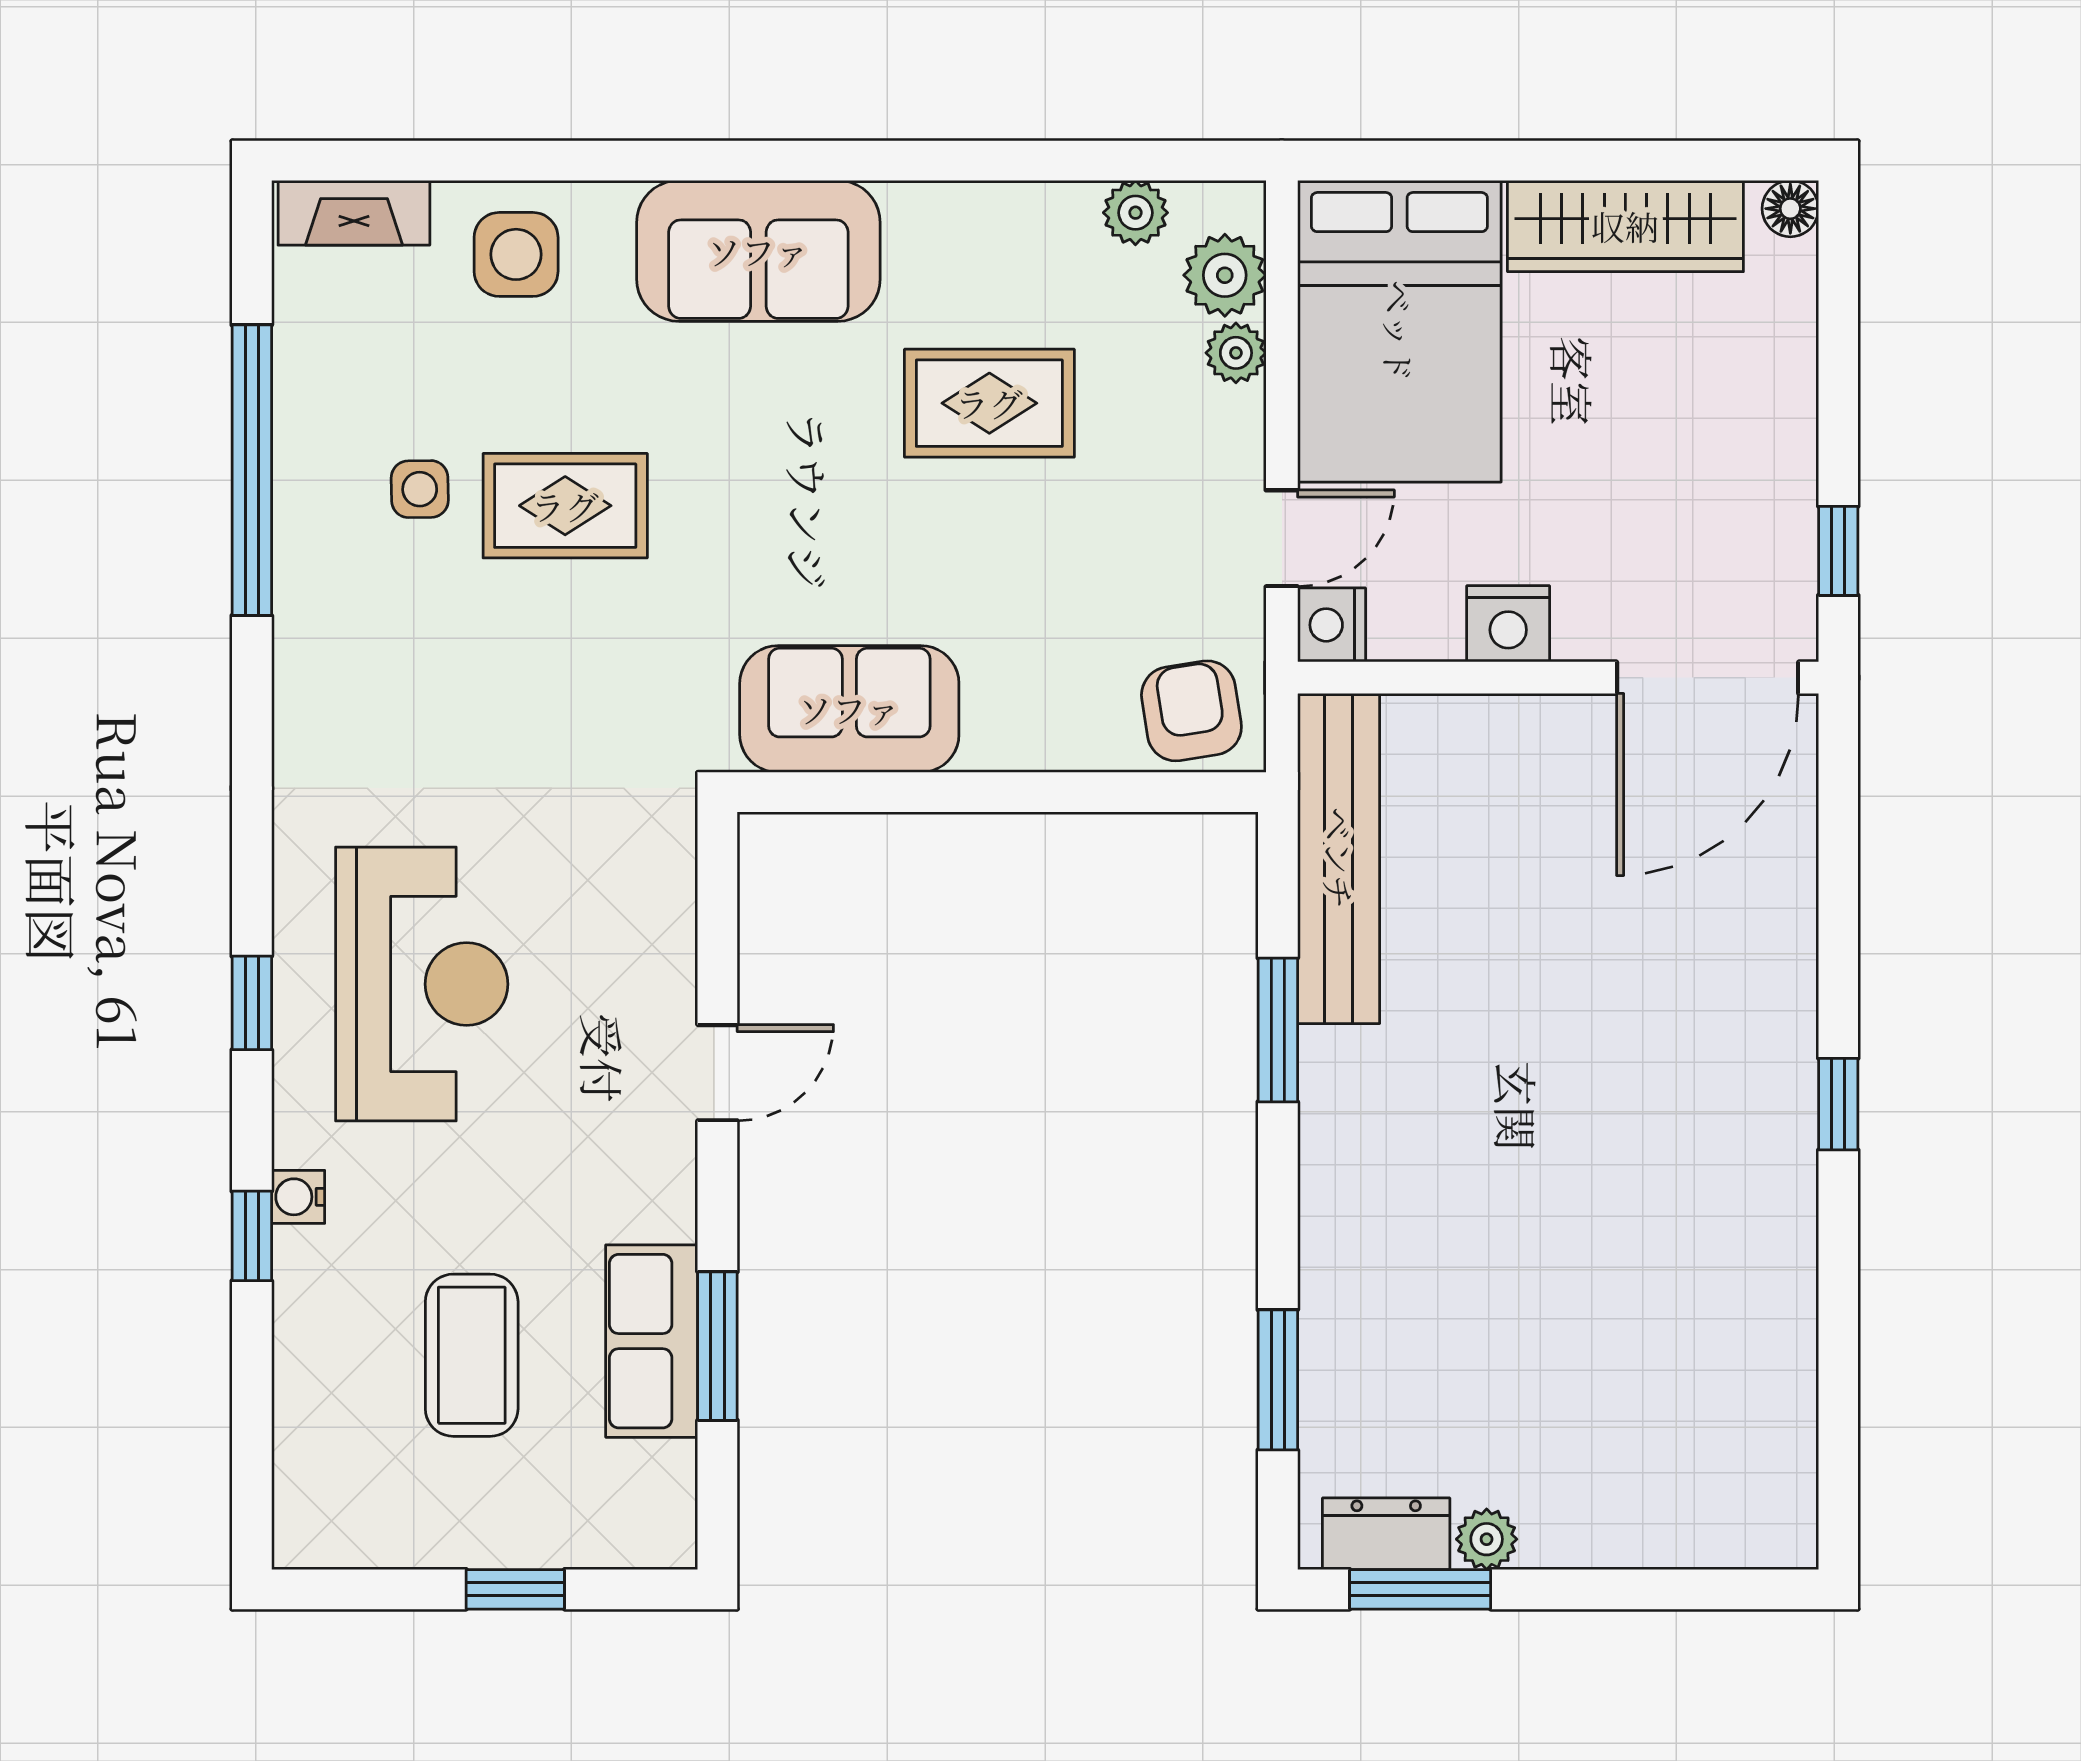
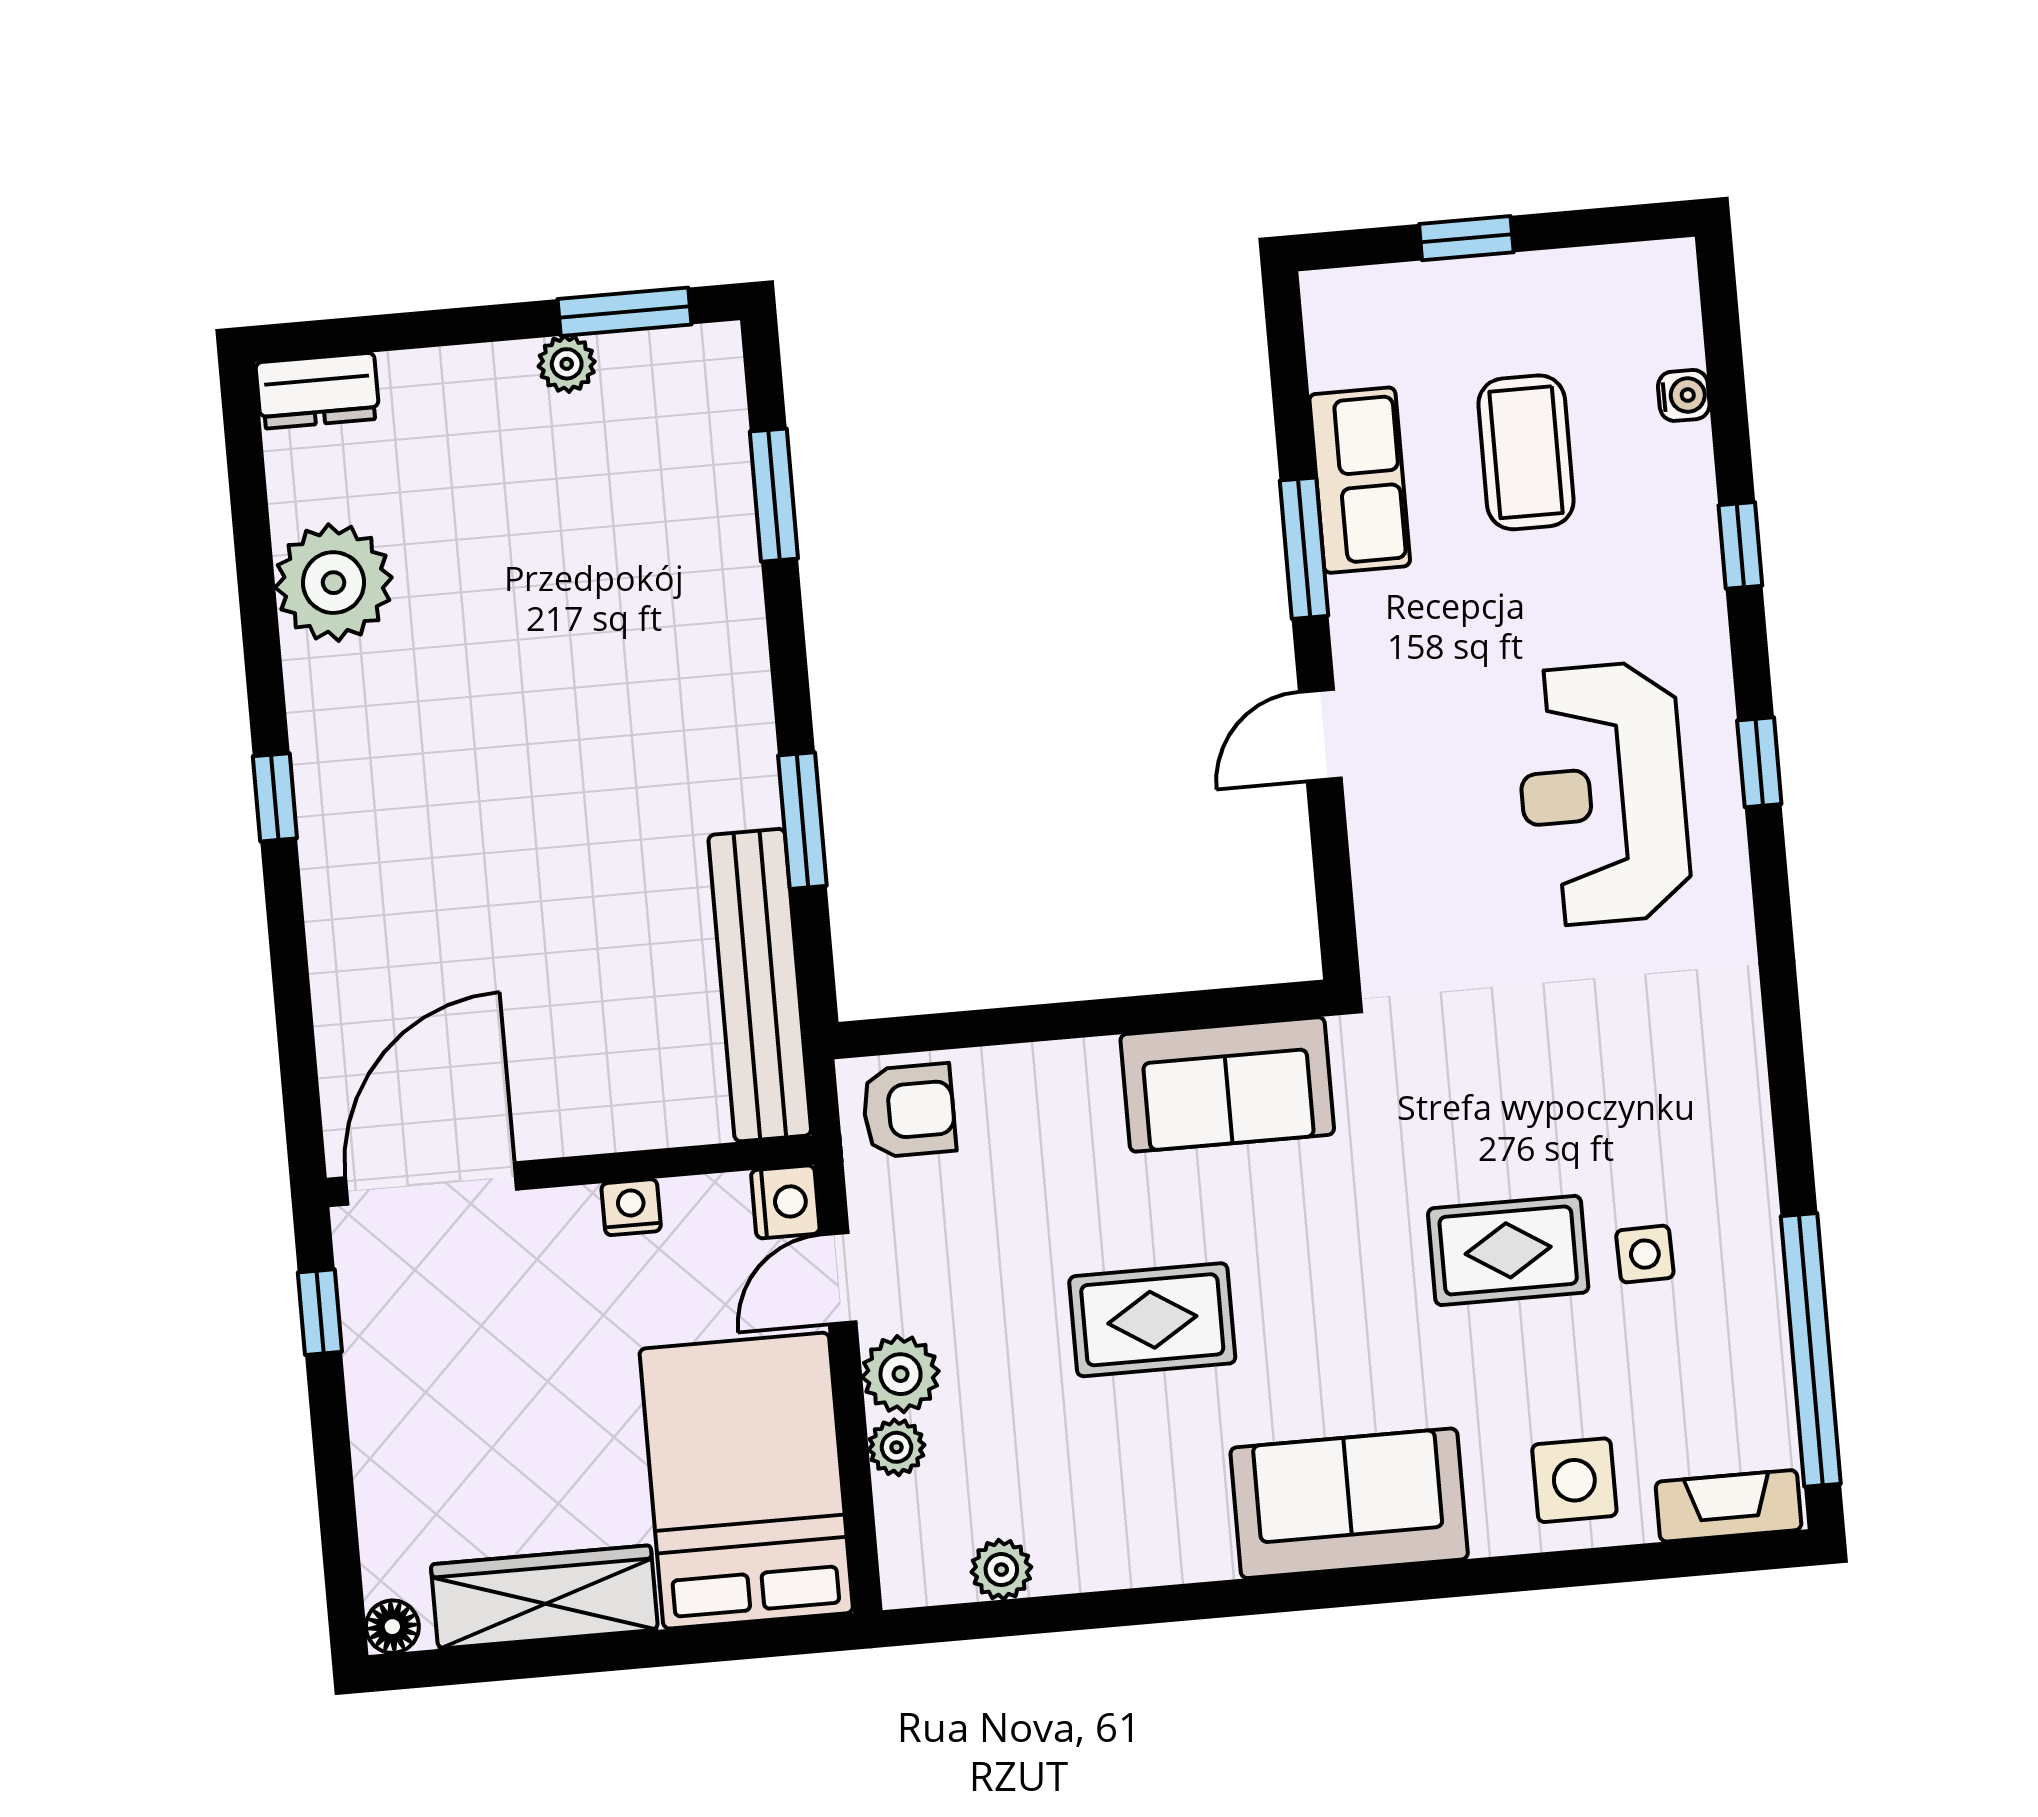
plant: (1225, 275) -> (901, 1374), moved
rug: (989, 403) -> (1152, 1320), moved
window: (252, 470) -> (1811, 1350), moved
nightstand: (1508, 624) -> (631, 1207), width x0.72, depth x0.74
armchair: (1191, 711) -> (909, 1111), turned -81
water cooler: (298, 1197) -> (1684, 395), moved
plant: (1756, 1328) -> (334, 583), added
window: (717, 1346) -> (1304, 548), moved
dresser: (1386, 1534) -> (318, 391), moved

